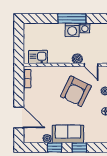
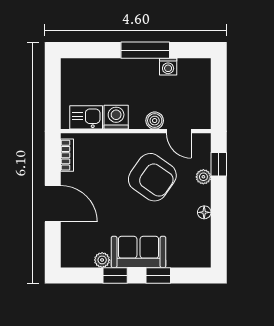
washing machine: (72, 30) -> (116, 117), moved, turned 180
armchair: (76, 91) -> (152, 177), turned -81
door: (19, 117) -> (53, 204), moved

